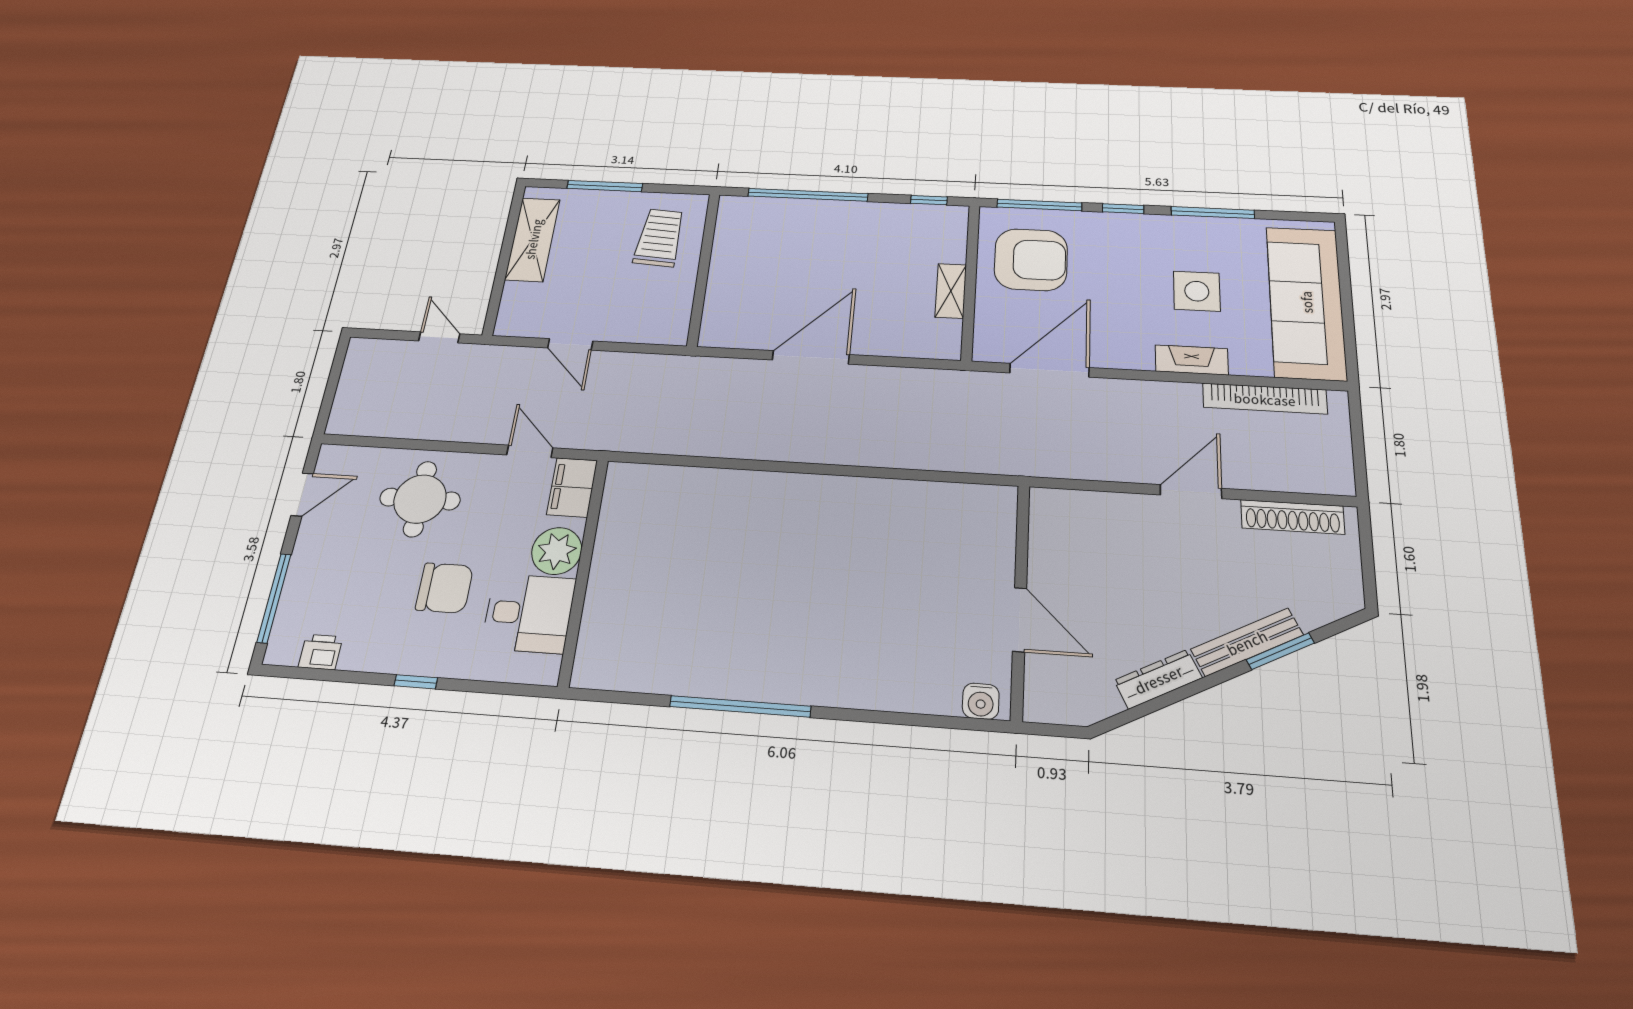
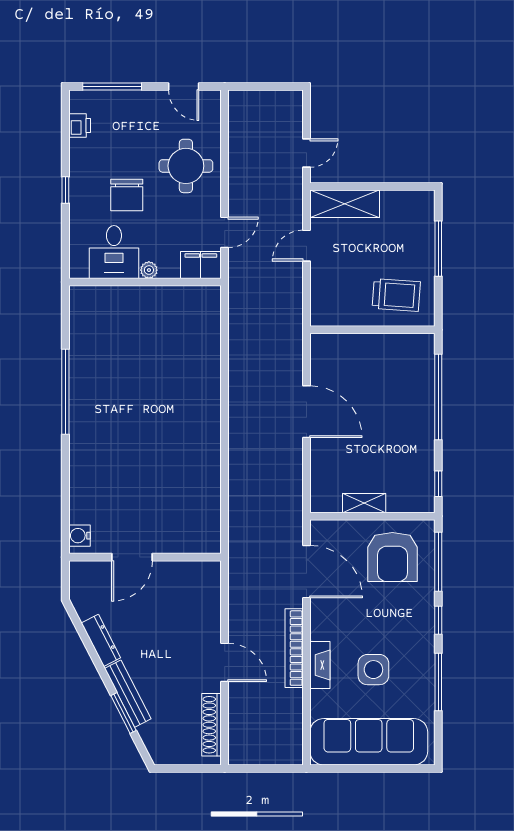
shelving: (533, 239) -> (345, 204), moved
bookcase: (1265, 399) -> (294, 648), moved
plant: (557, 551) -> (149, 270), width x0.53, depth x0.53

